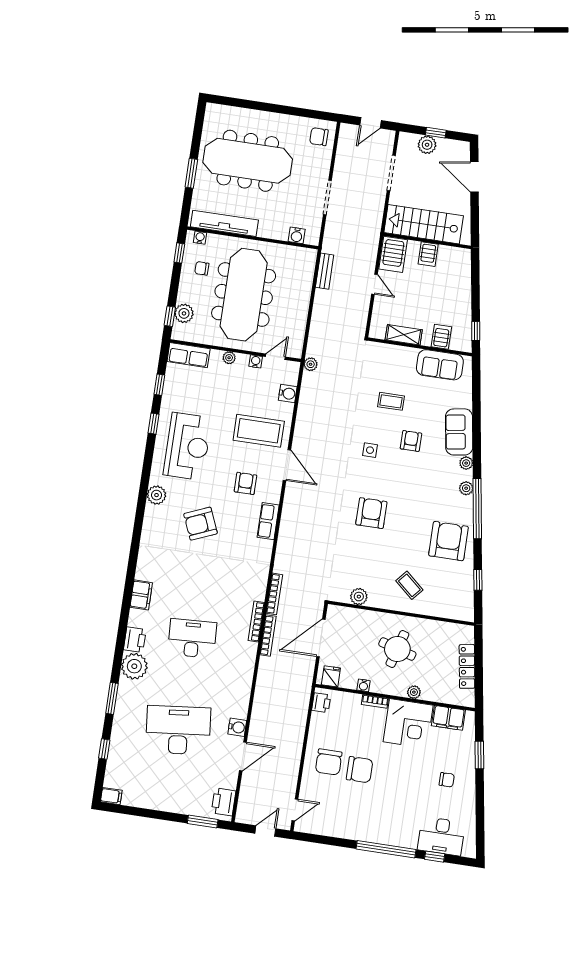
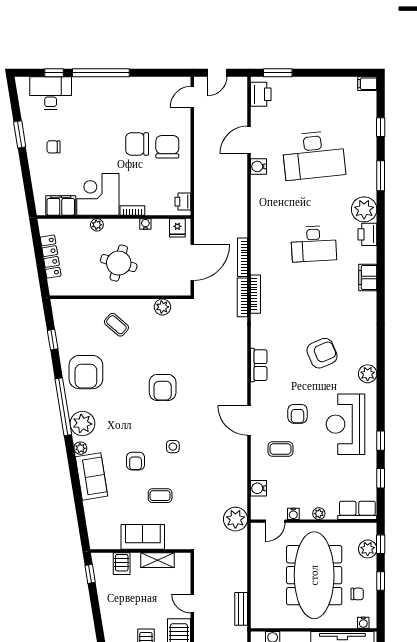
window: (179, 253) -> (381, 581), moved
plant: (311, 364) -> (235, 519), width x1.87, depth x1.87
sofa: (440, 365) -> (143, 537), moved
coffee table: (259, 431) -> (280, 449), width x0.54, depth x0.58
armchair: (245, 483) -> (297, 414), moved
plant: (466, 488) -> (82, 424), width x1.87, depth x1.87
bookcase: (256, 622) -> (256, 294), moved
window: (479, 755) -> (20, 134), moved

